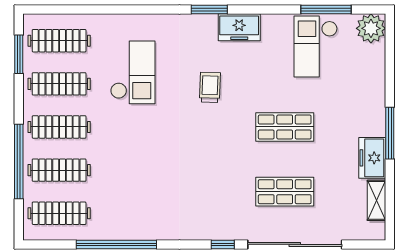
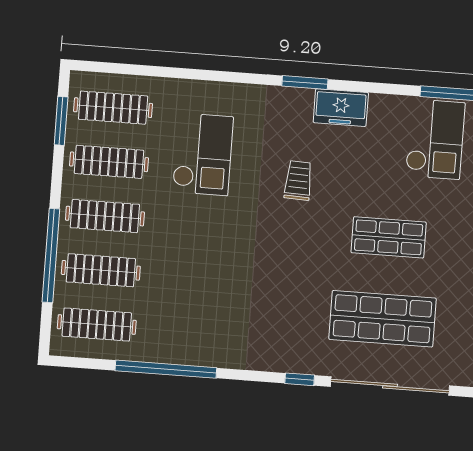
checkout: (316, 47) -> (435, 139), turned 180
shop shelf: (285, 192) -> (382, 319), width x1.43, depth x1.36

